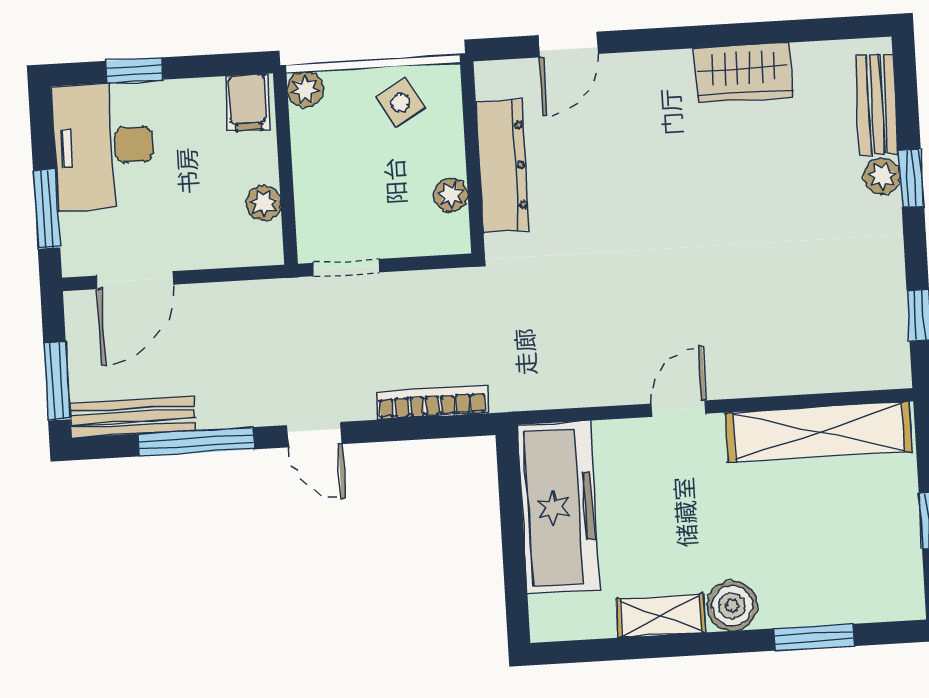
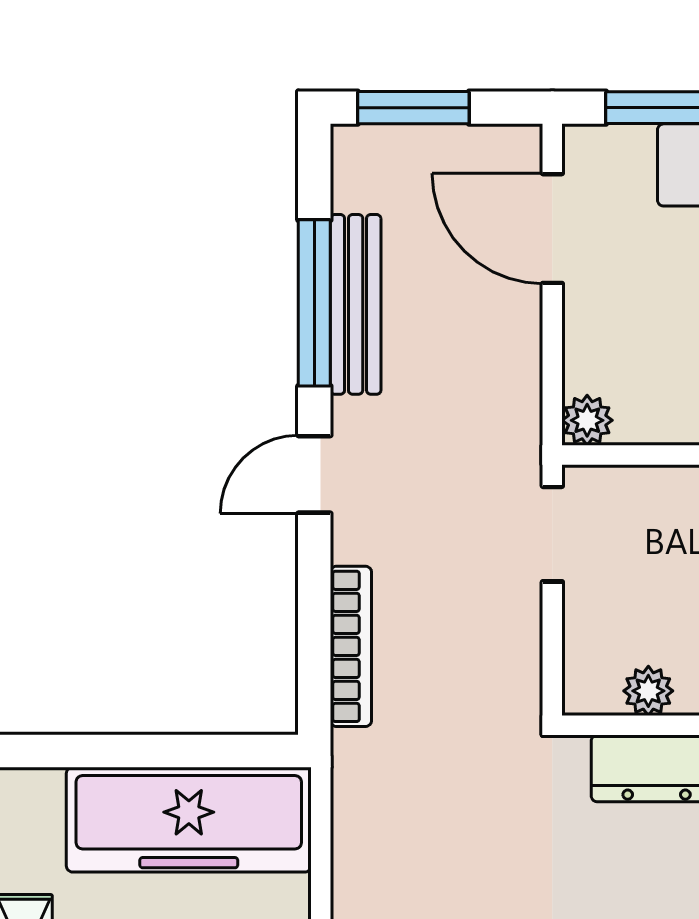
plant: (263, 203) -> (587, 420), moved
bench: (133, 417) -> (356, 304), moved

